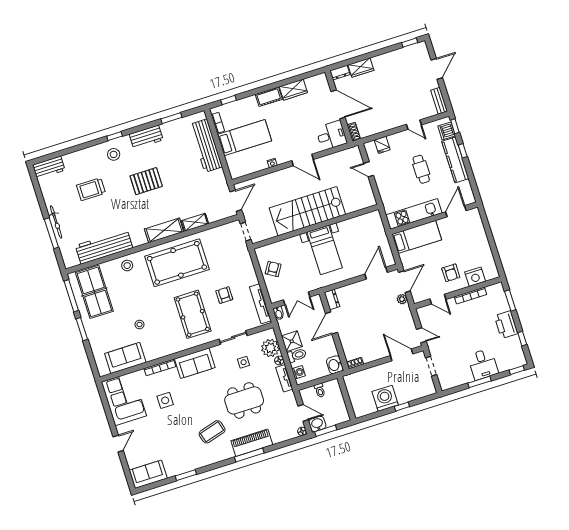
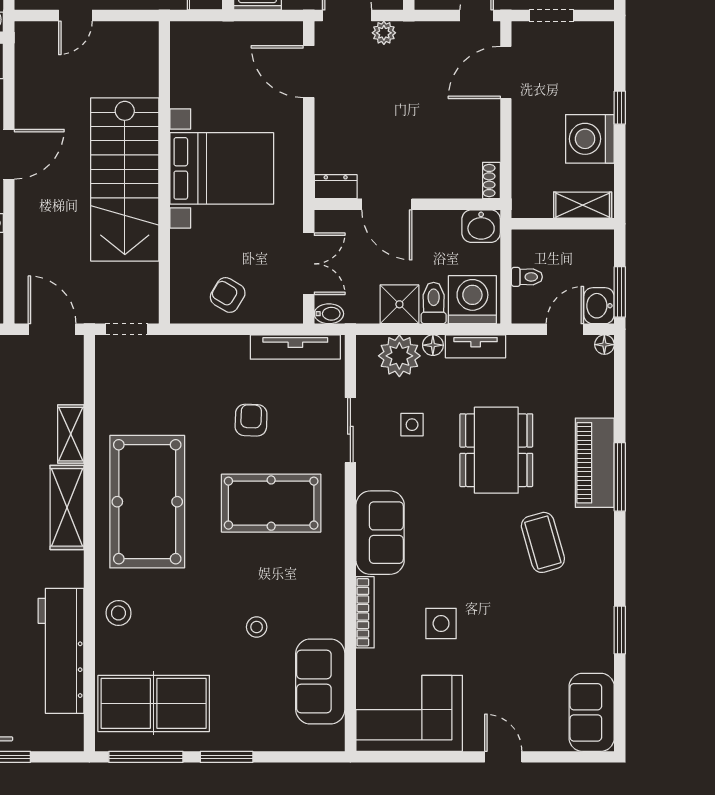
bed with nightstands: (325, 250) -> (222, 168), width x1.36
armchair: (224, 295) -> (251, 420), turned 92
washing machine: (299, 372) -> (472, 300), width x1.89, depth x1.89
shelving: (357, 404) -> (583, 205), added

